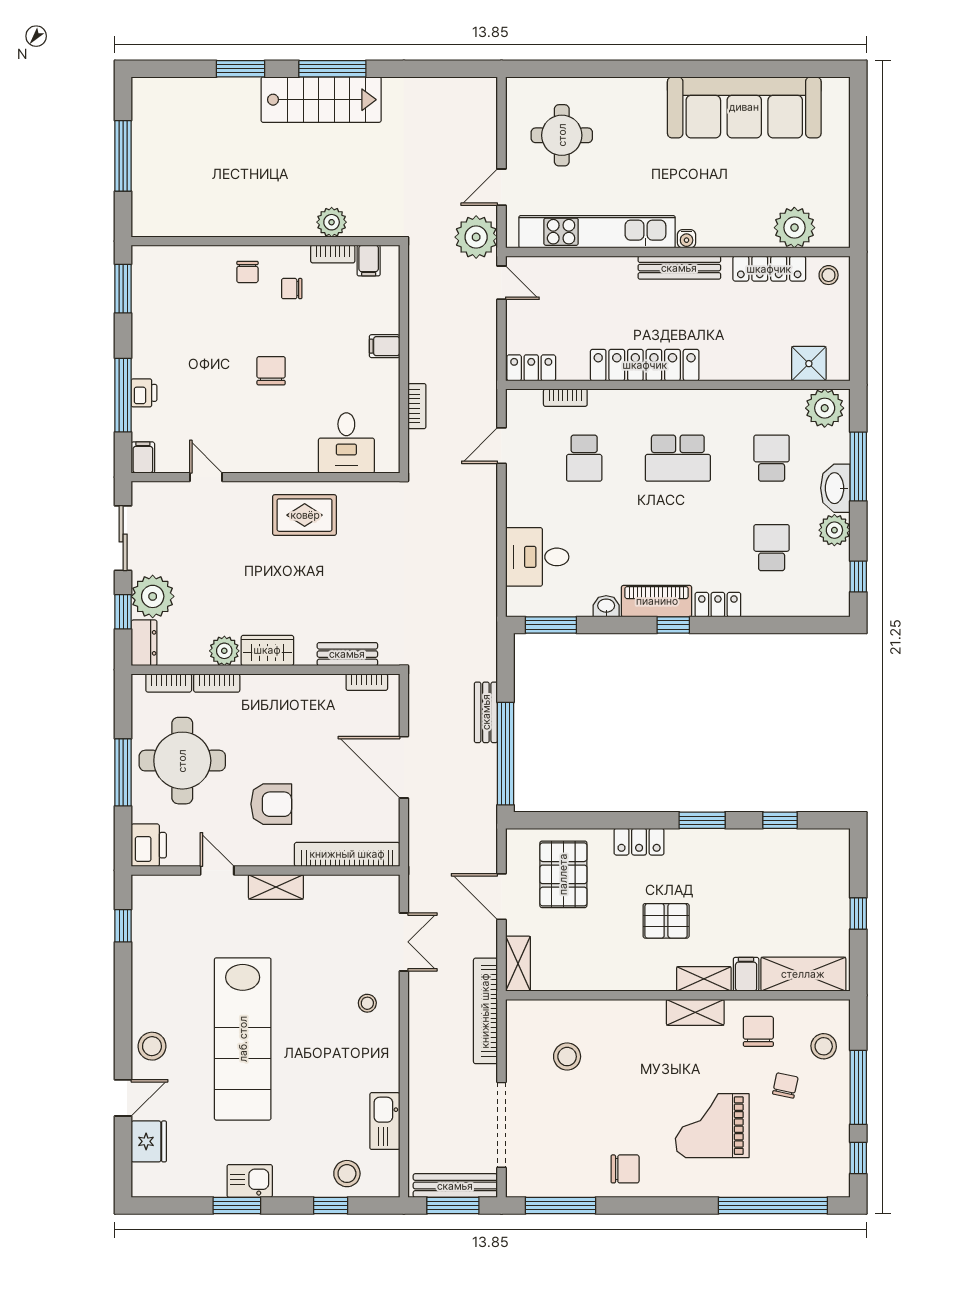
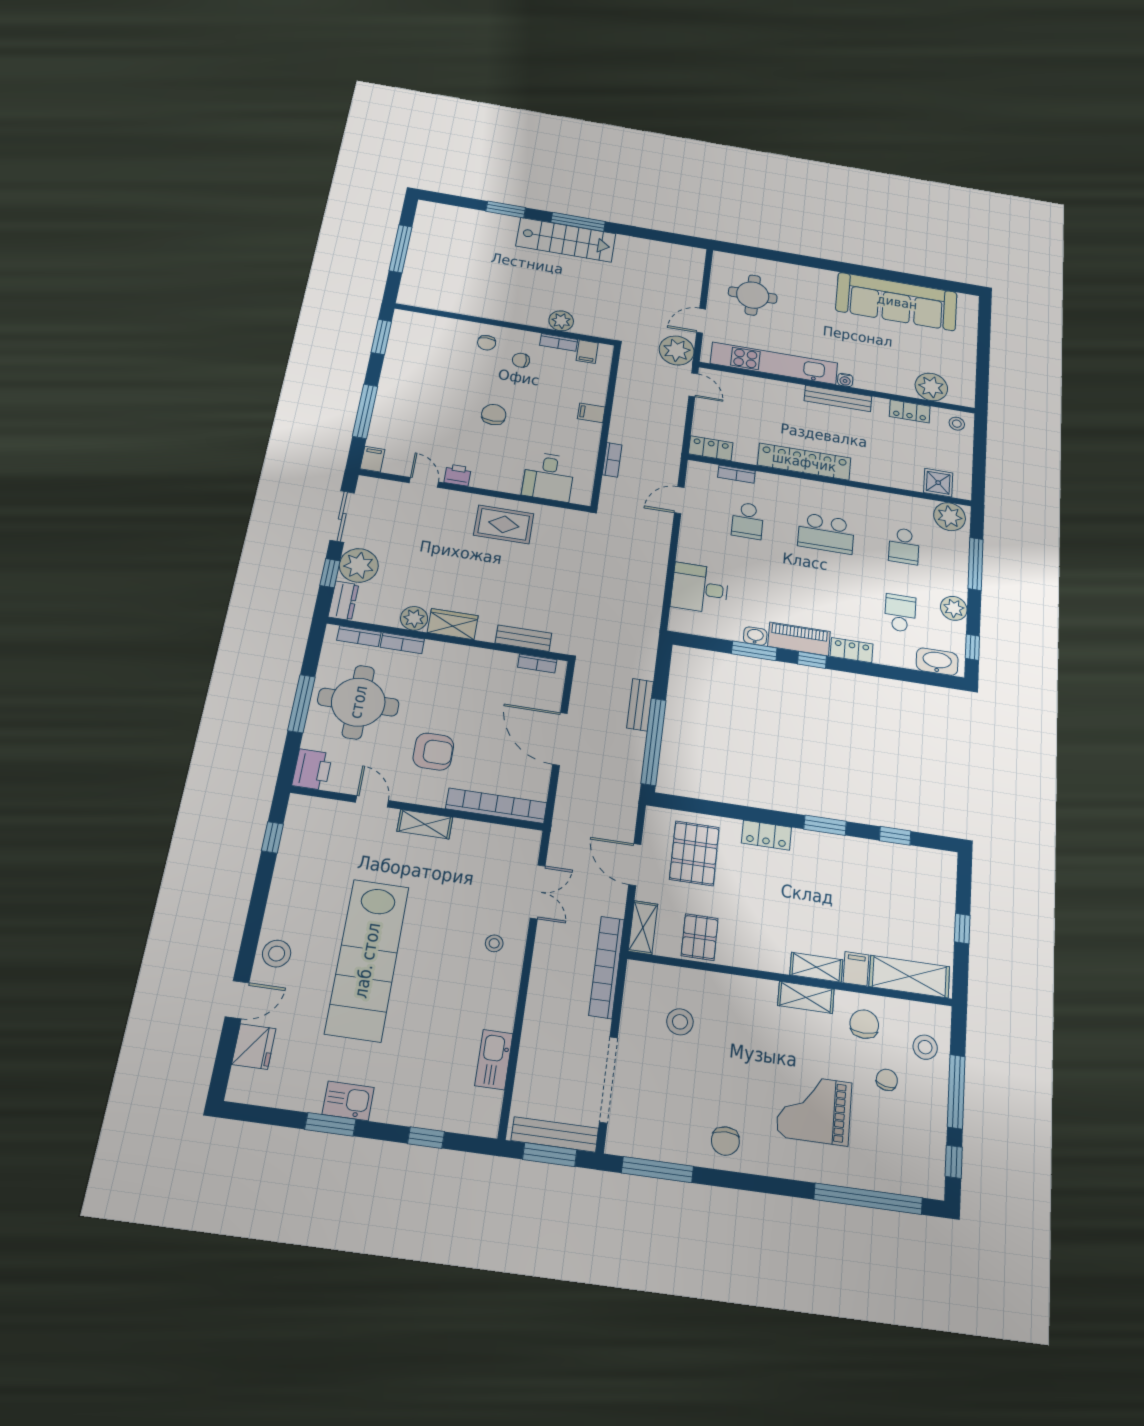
locker: (769, 269) -> (910, 411), width x0.66
printer: (144, 393) -> (458, 475), moved, turned -90
school desk: (772, 458) -> (904, 546), turned 180
washbasin: (835, 488) -> (937, 662), moved, turned 90
window: (551, 625) -> (754, 651), moved
pallet: (666, 921) -> (700, 937), moved, turned 90
chair: (625, 1169) -> (725, 1141), turned 90
stool: (347, 1174) -> (448, 1107), removed

